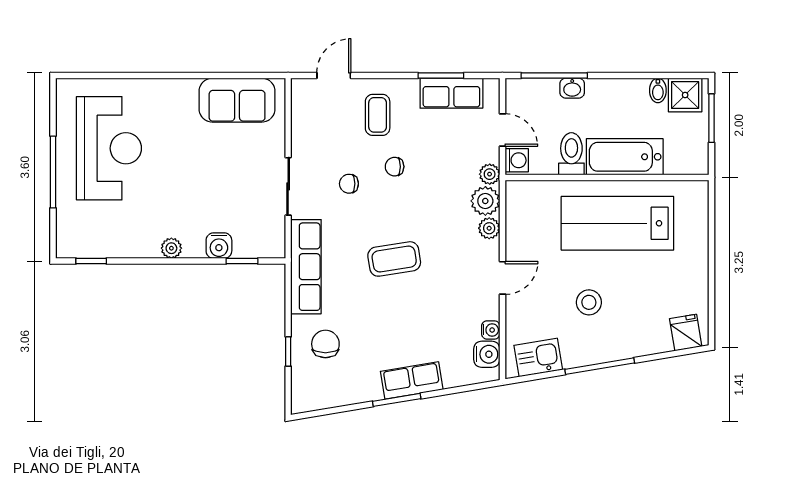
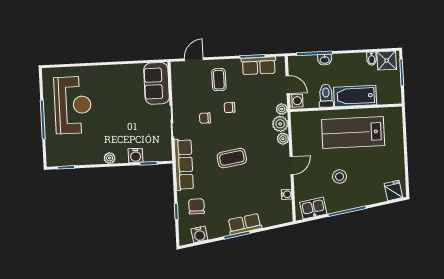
sofa: (237, 100) -> (157, 83), moved, turned 90
water cooler: (487, 354) -> (199, 234), moved, turned 81

